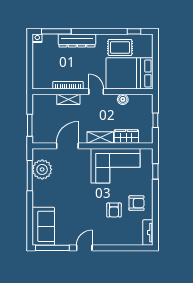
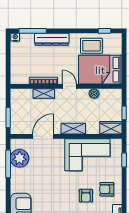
wardrobe: (126, 136) -> (111, 128), moved
armchair: (137, 203) -> (107, 189), turned 180

